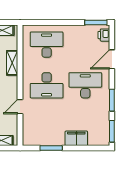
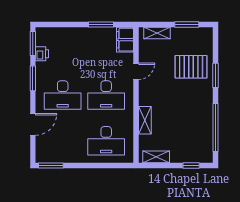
printer: (104, 35) -> (42, 54), moved
desk: (47, 85) -> (106, 95), turned 180
filing cabinet: (76, 138) -> (125, 40), moved, turned 90

